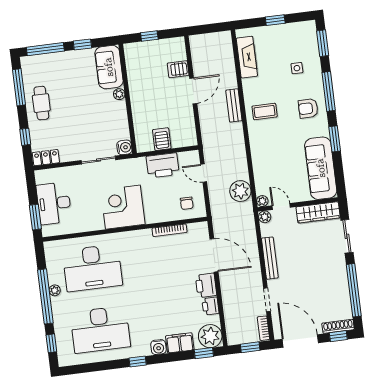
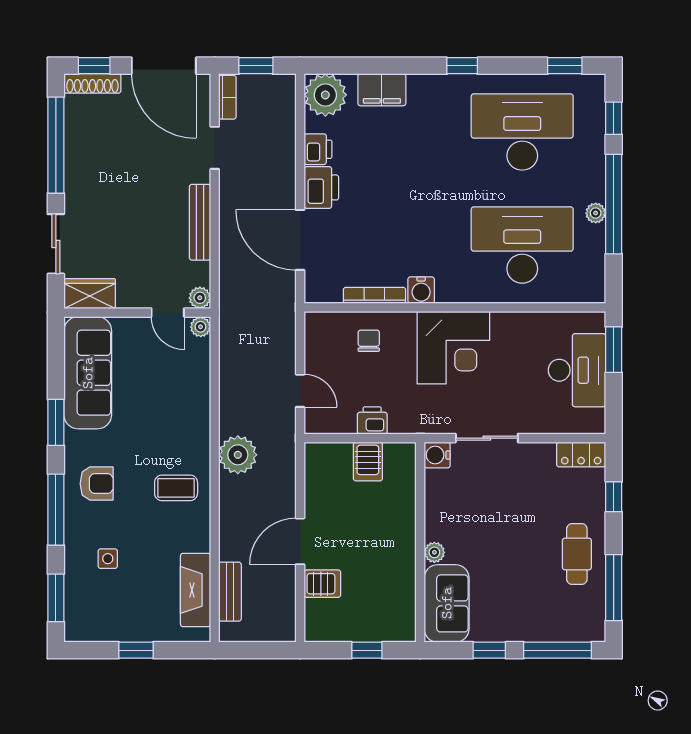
bench: (234, 105) -> (230, 592), moved
printer: (163, 165) -> (372, 420), width x0.53, depth x0.68
plant: (240, 191) -> (238, 455), moved
chair: (187, 203) -> (369, 341), moved
wardrobe: (318, 212) -> (90, 294), width x0.67
water cooler: (158, 347) -> (421, 290), moved, turned 180
window: (204, 353) -> (565, 66), moved

